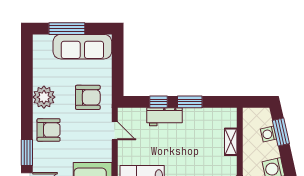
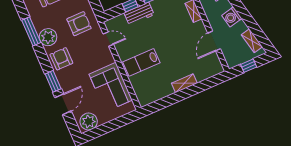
window: (27, 82) -> (31, 31), added
armchair: (49, 130) -> (61, 59), turned -90

